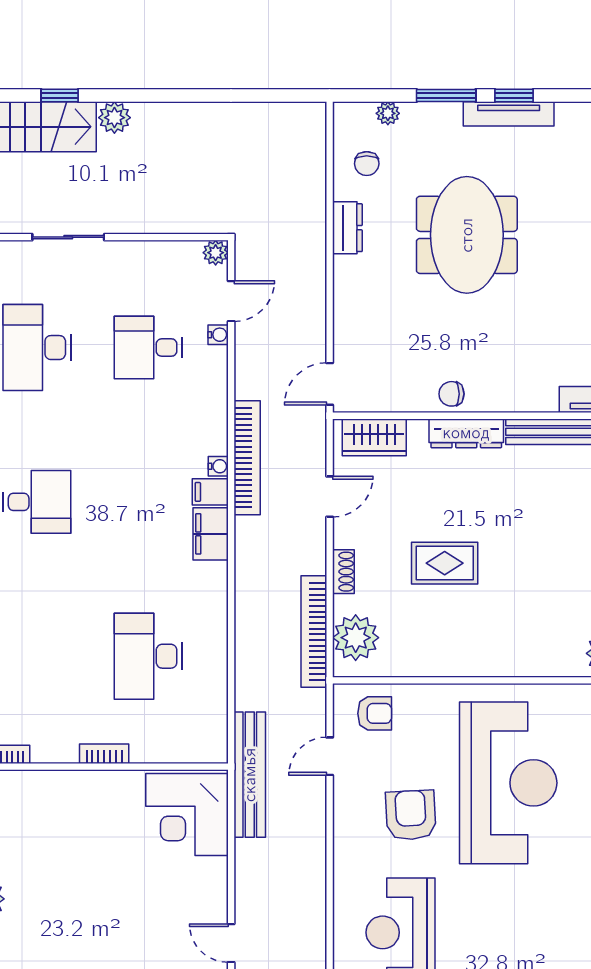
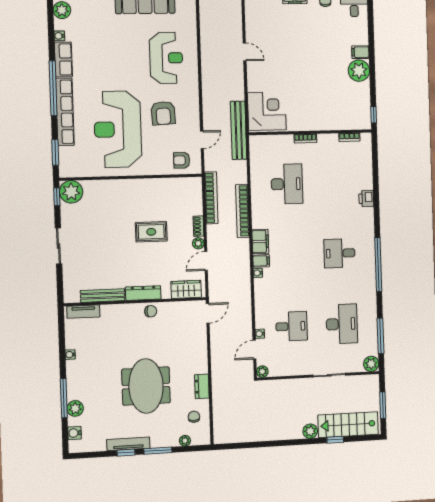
bookcase: (247, 458) -> (242, 211), moved
plant: (356, 638) -> (198, 243), moved, width x0.53, depth x0.53

